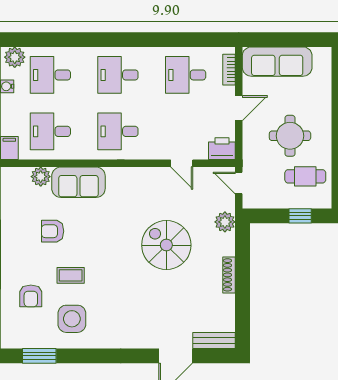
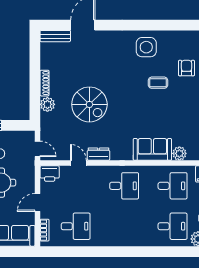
desk: (118, 75) -> (124, 226), removed
dresser: (154, 176) -> (99, 154), added
plant: (225, 222) -> (47, 104), moved
armchair: (53, 231) -> (171, 114), removed
side table: (72, 319) -> (146, 47), moved
window: (39, 356) -> (181, 25), removed

